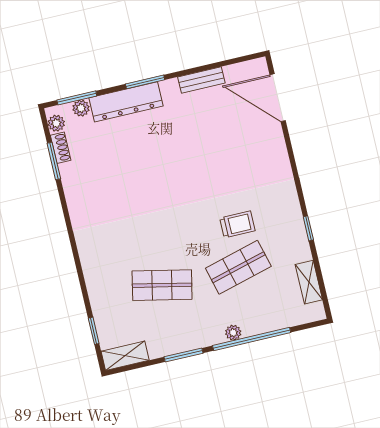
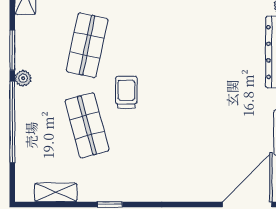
trolley: (237, 224) -> (126, 92), moved, turned 180
plant: (233, 333) -> (23, 78), moved

